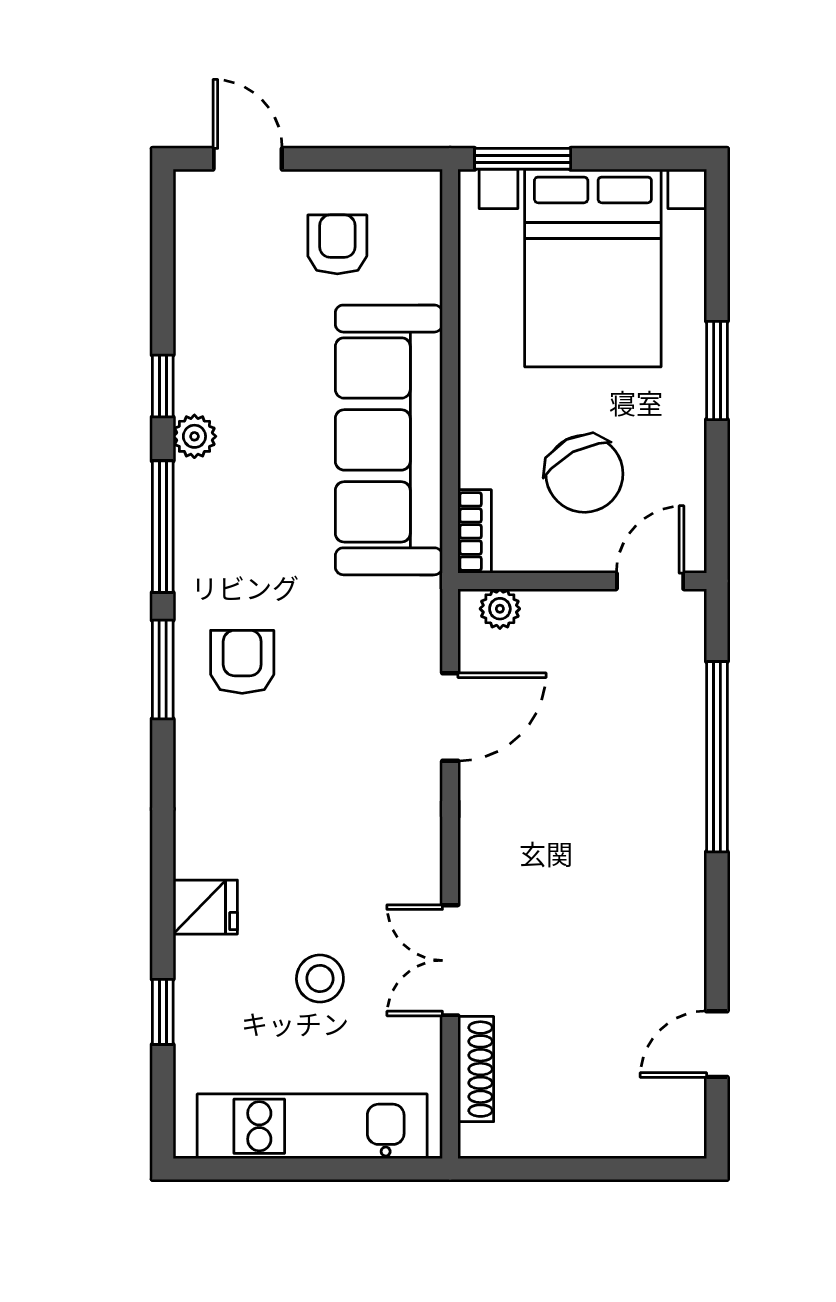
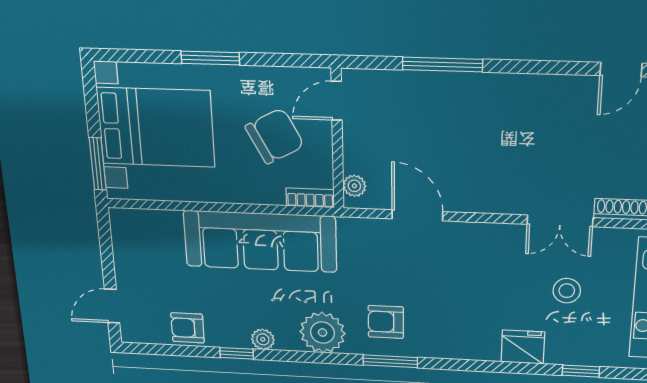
armchair: (337, 244) -> (188, 328), moved
window: (163, 527) -> (312, 357), removed
plant: (214, 547) -> (323, 333), added
door: (650, 581) -> (337, 101), hinge flipped
window: (717, 757) -> (442, 64), width x0.68
fridge: (205, 907) -> (523, 347), width x1.38
door: (717, 1044) -> (621, 69), hinge flipped

